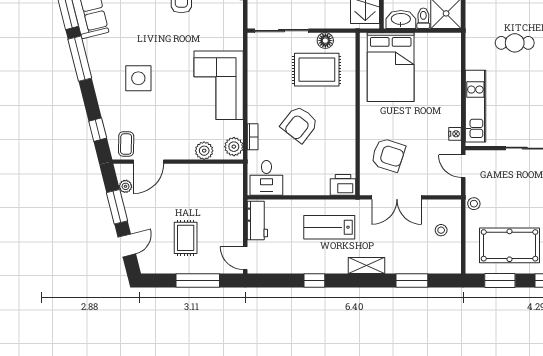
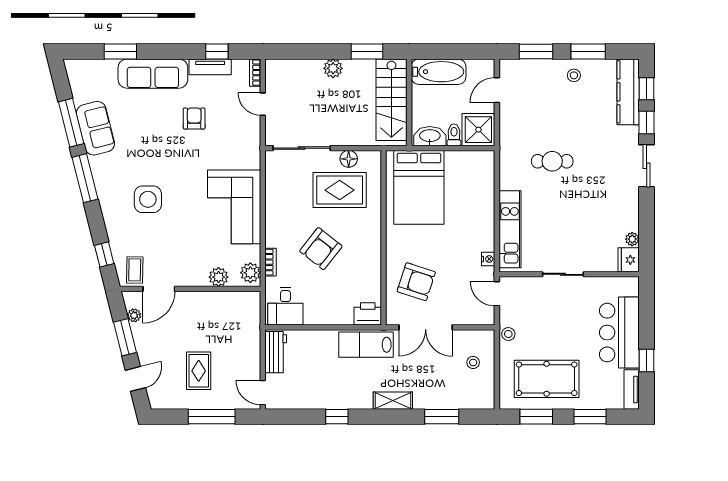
lab bench: (329, 227) -> (366, 345), moved

